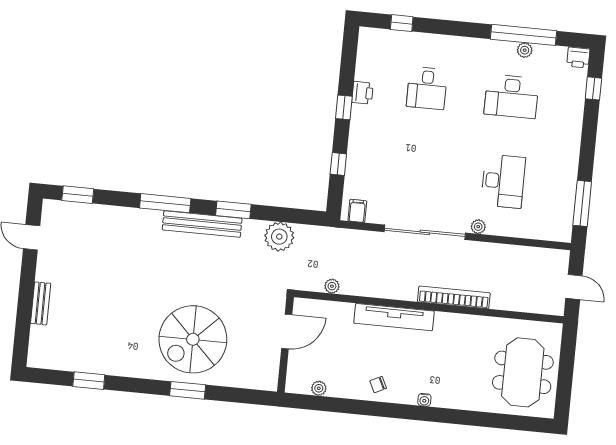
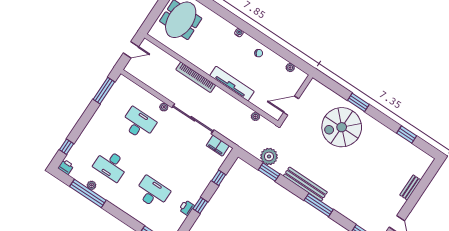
desk: (427, 88) -> (152, 193), width x1.37
desk: (511, 96) -> (111, 165), turned 180
desk: (503, 181) -> (138, 124), turned 90
window: (233, 210) -> (269, 172), moved
filing cabinet: (357, 211) -> (218, 146), width x2.00
door: (574, 287) -> (131, 50), swing flipped
spiral stairs: (193, 339) -> (342, 127), turned 180

